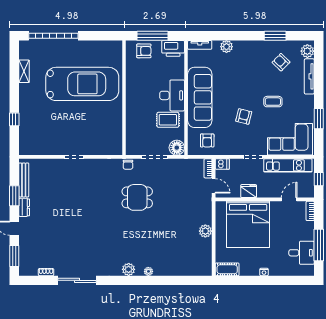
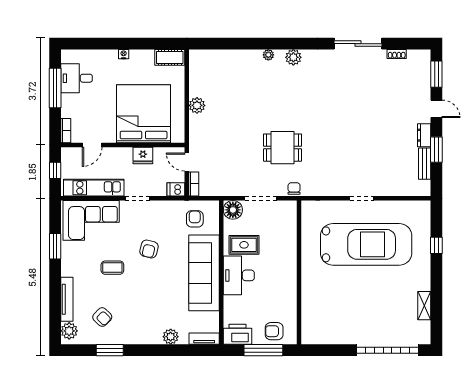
car: (82, 84) -> (366, 244), moved, turned 180
bench: (24, 180) -> (425, 164), width x0.73

